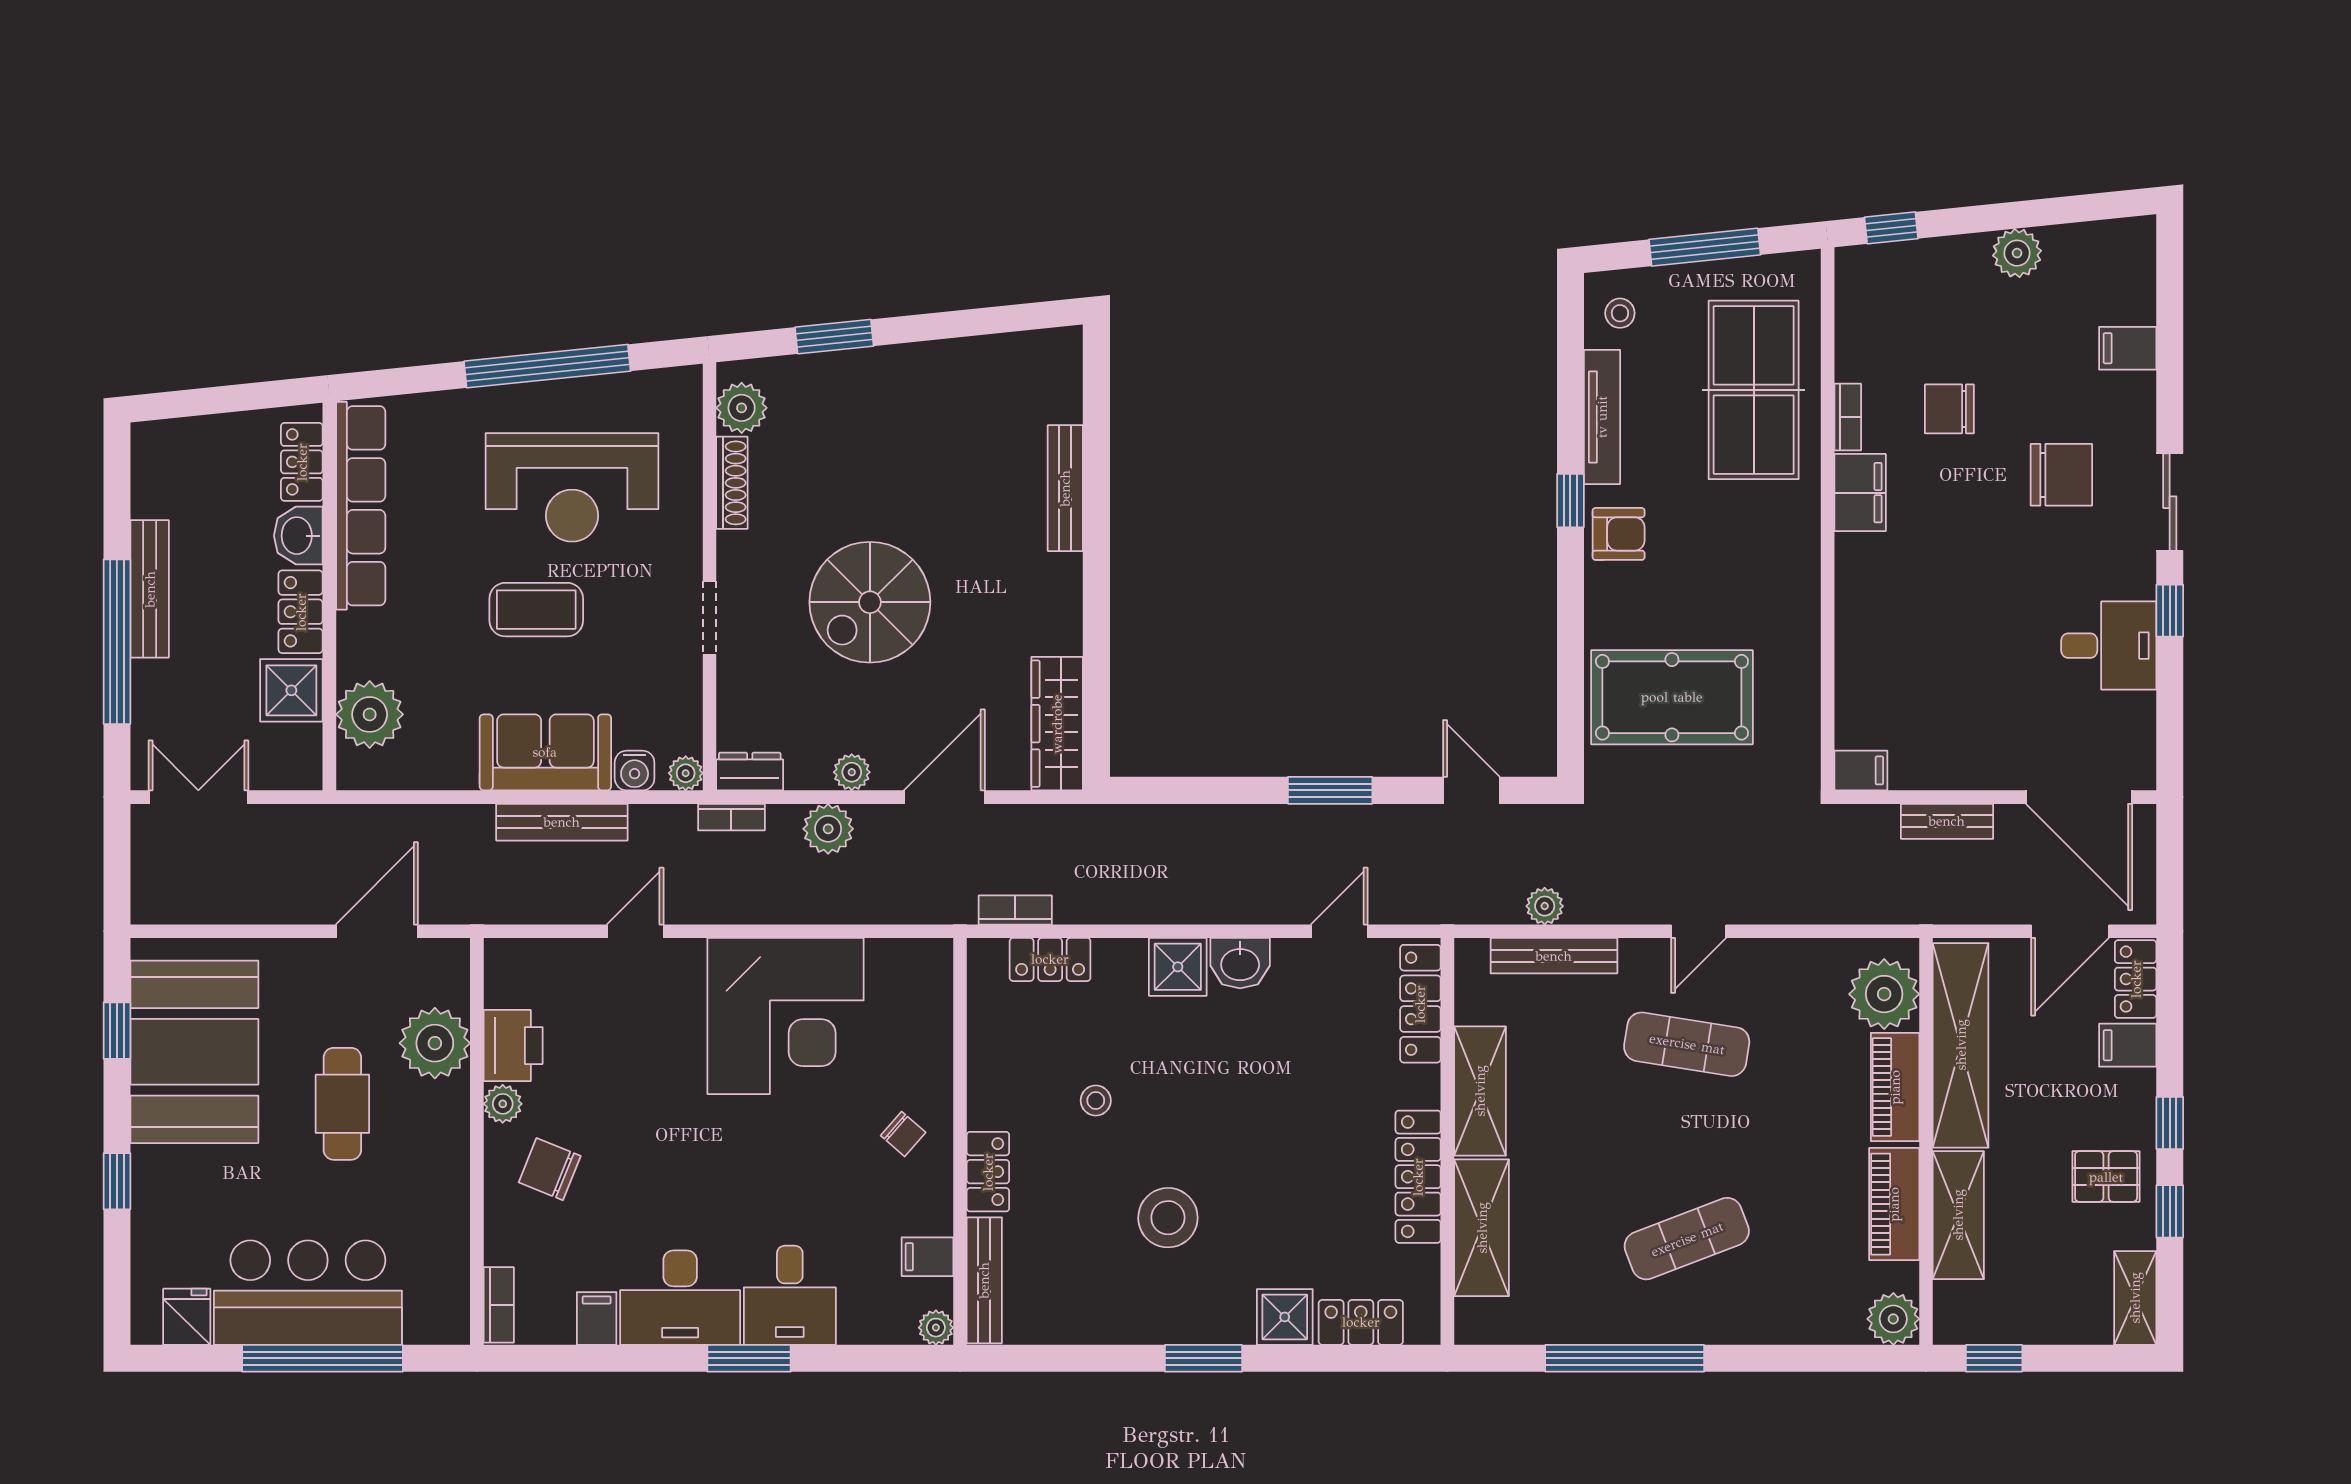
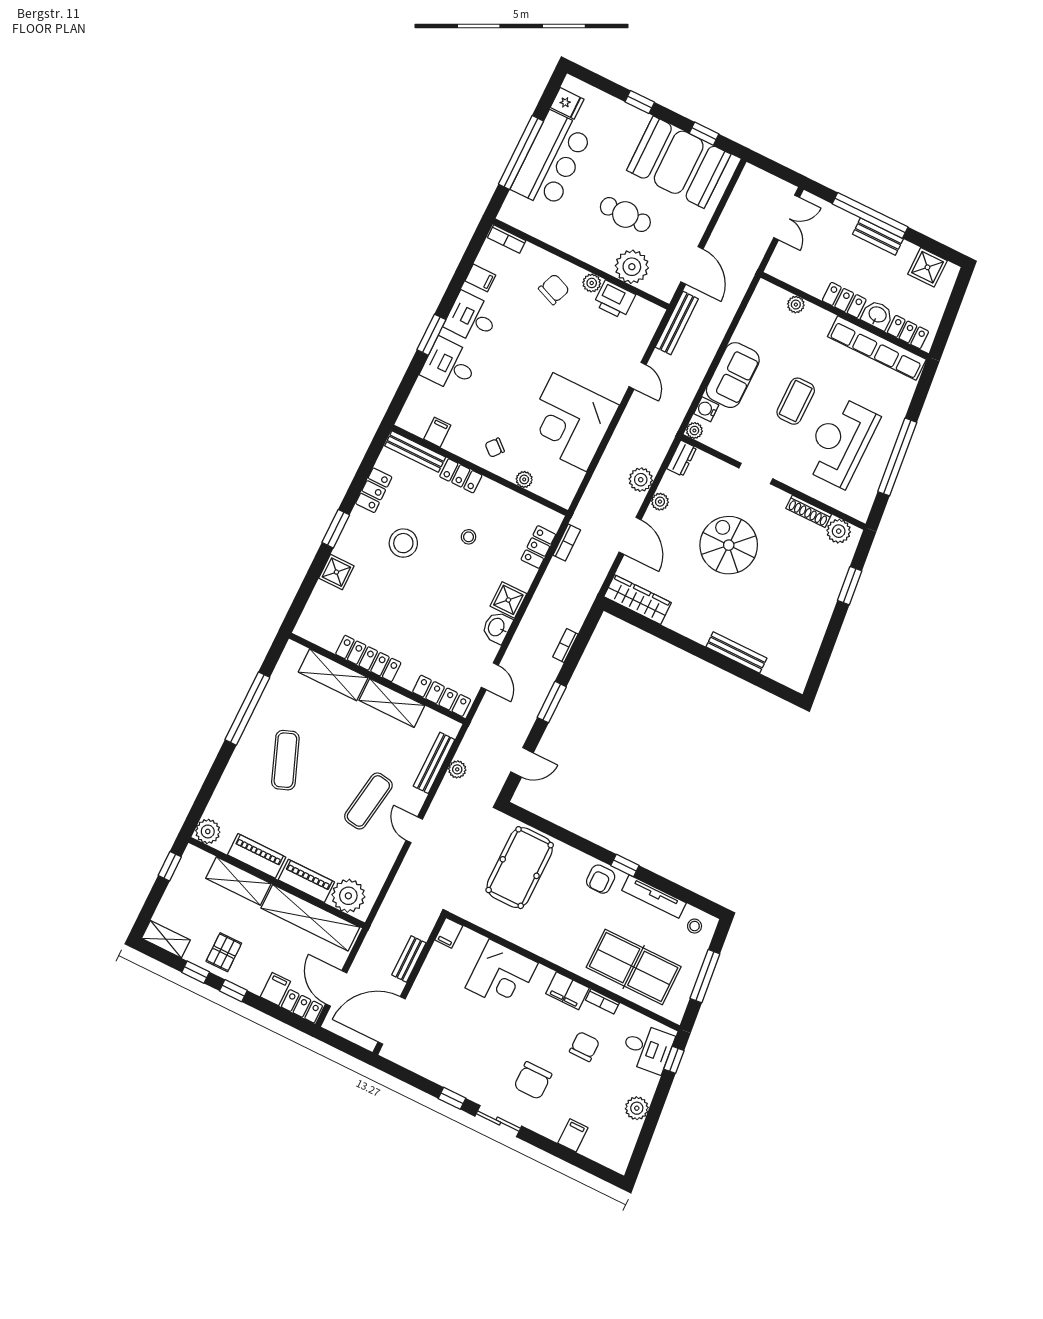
bench: (150, 589) -> (878, 237), width x0.73
corner desk: (1892, 631) -> (502, 975), added
desk: (2109, 646) -> (647, 1048), moved, turned -96
shower: (291, 690) -> (927, 267), moved
plant: (370, 714) -> (796, 305), width x0.53, depth x0.53
bookcase: (731, 817) -> (565, 645), moved
bench: (562, 822) -> (677, 323), moved
desk: (680, 1298) -> (472, 318), width x0.73
locker: (1361, 1322) -> (374, 490), moved
plant: (936, 1328) -> (524, 479), moved

